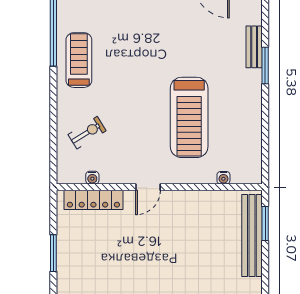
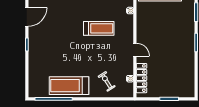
treadmill: (79, 60) -> (69, 86), width x1.37, depth x1.38
treadmill: (189, 117) -> (99, 28), width x0.73, depth x0.73

